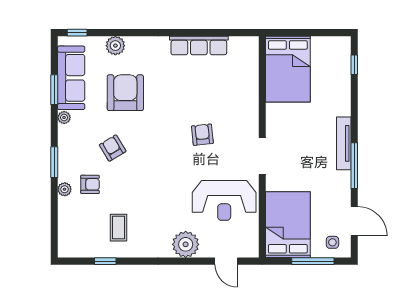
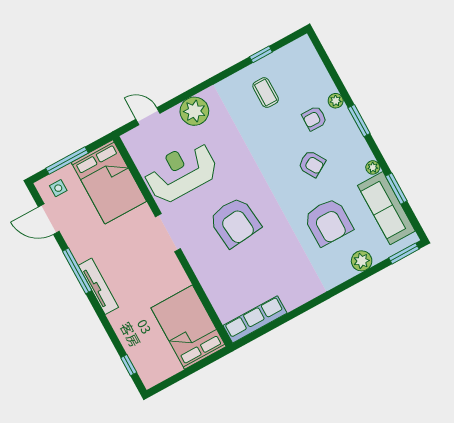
window: (77, 33) -> (404, 253), width x1.50
row of seats: (199, 46) -> (255, 319), moved
armchair: (202, 135) -> (235, 222), width x1.88, depth x1.88

